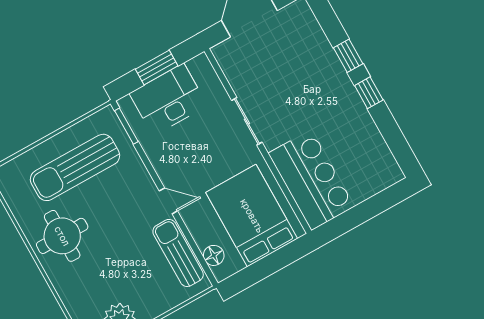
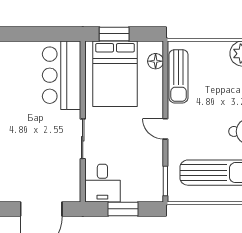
desk: (168, 99) -> (102, 183), moved, width x0.73
door: (168, 201) -> (165, 129), moved
window: (278, 260) -> (114, 34), added

